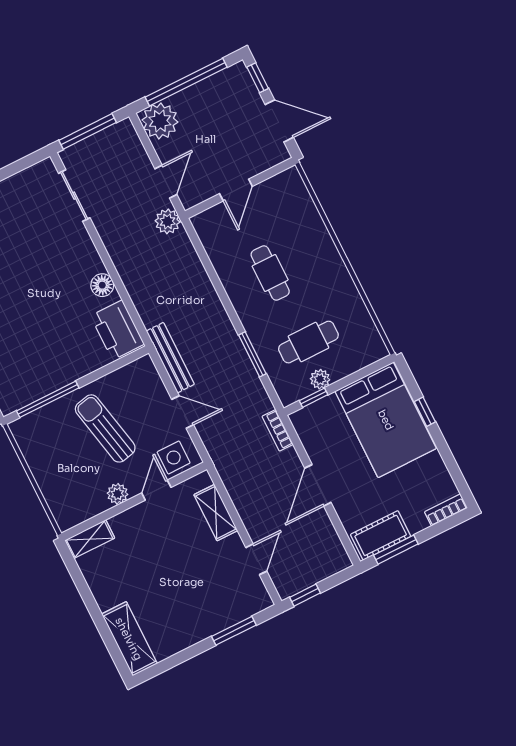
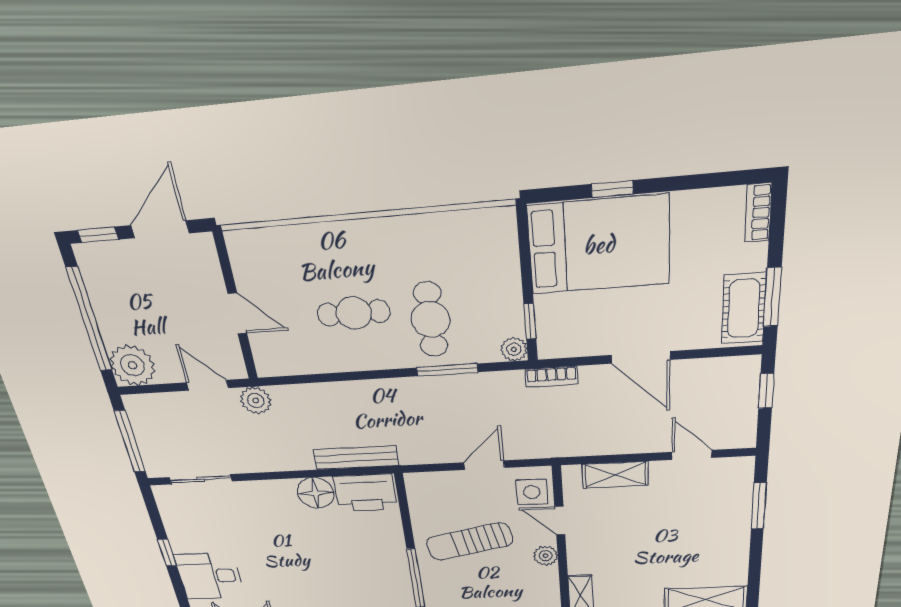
floor lamp: (102, 285) -> (316, 493), width x1.38, depth x1.38
cafe table: (308, 342) -> (431, 320), moved
bench: (170, 358) -> (356, 458), moved
plant: (320, 379) -> (514, 349), moved
window: (305, 595) -> (766, 391), moved

